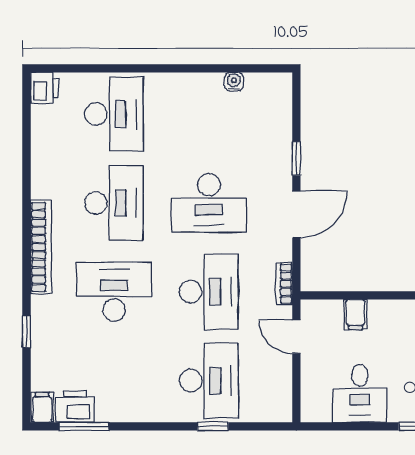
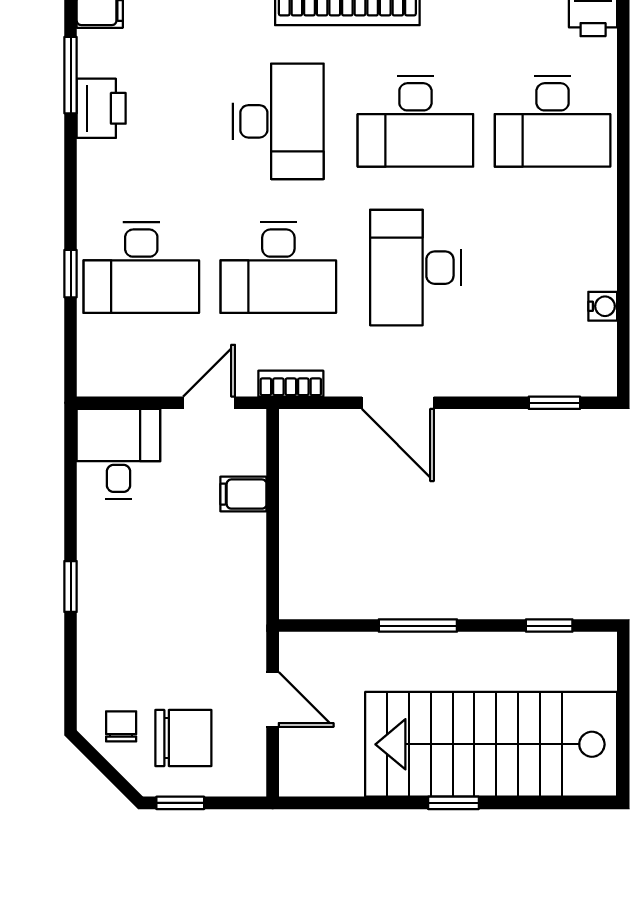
window: (296, 158) -> (554, 403), moved
desk: (360, 393) -> (118, 454), moved, turned 90
printer: (75, 407) -> (101, 108), moved

